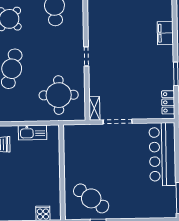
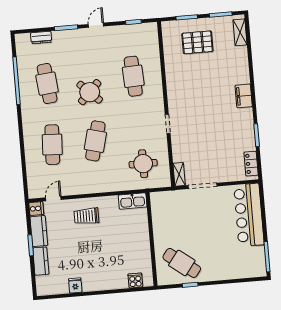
round table: (59, 95) -> (143, 164), width x0.73, depth x0.73
kitchen sink: (32, 133) -> (133, 201), moved

